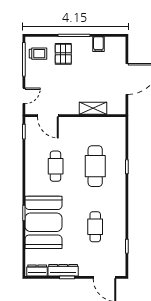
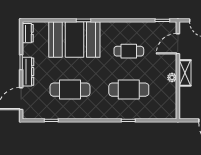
shelving: (93, 108) -> (185, 73), moved
plant: (83, 122) -> (172, 77), added
cafe table: (95, 227) -> (70, 90), width x1.37, depth x1.35
dresser: (63, 270) -> (28, 72), moved

